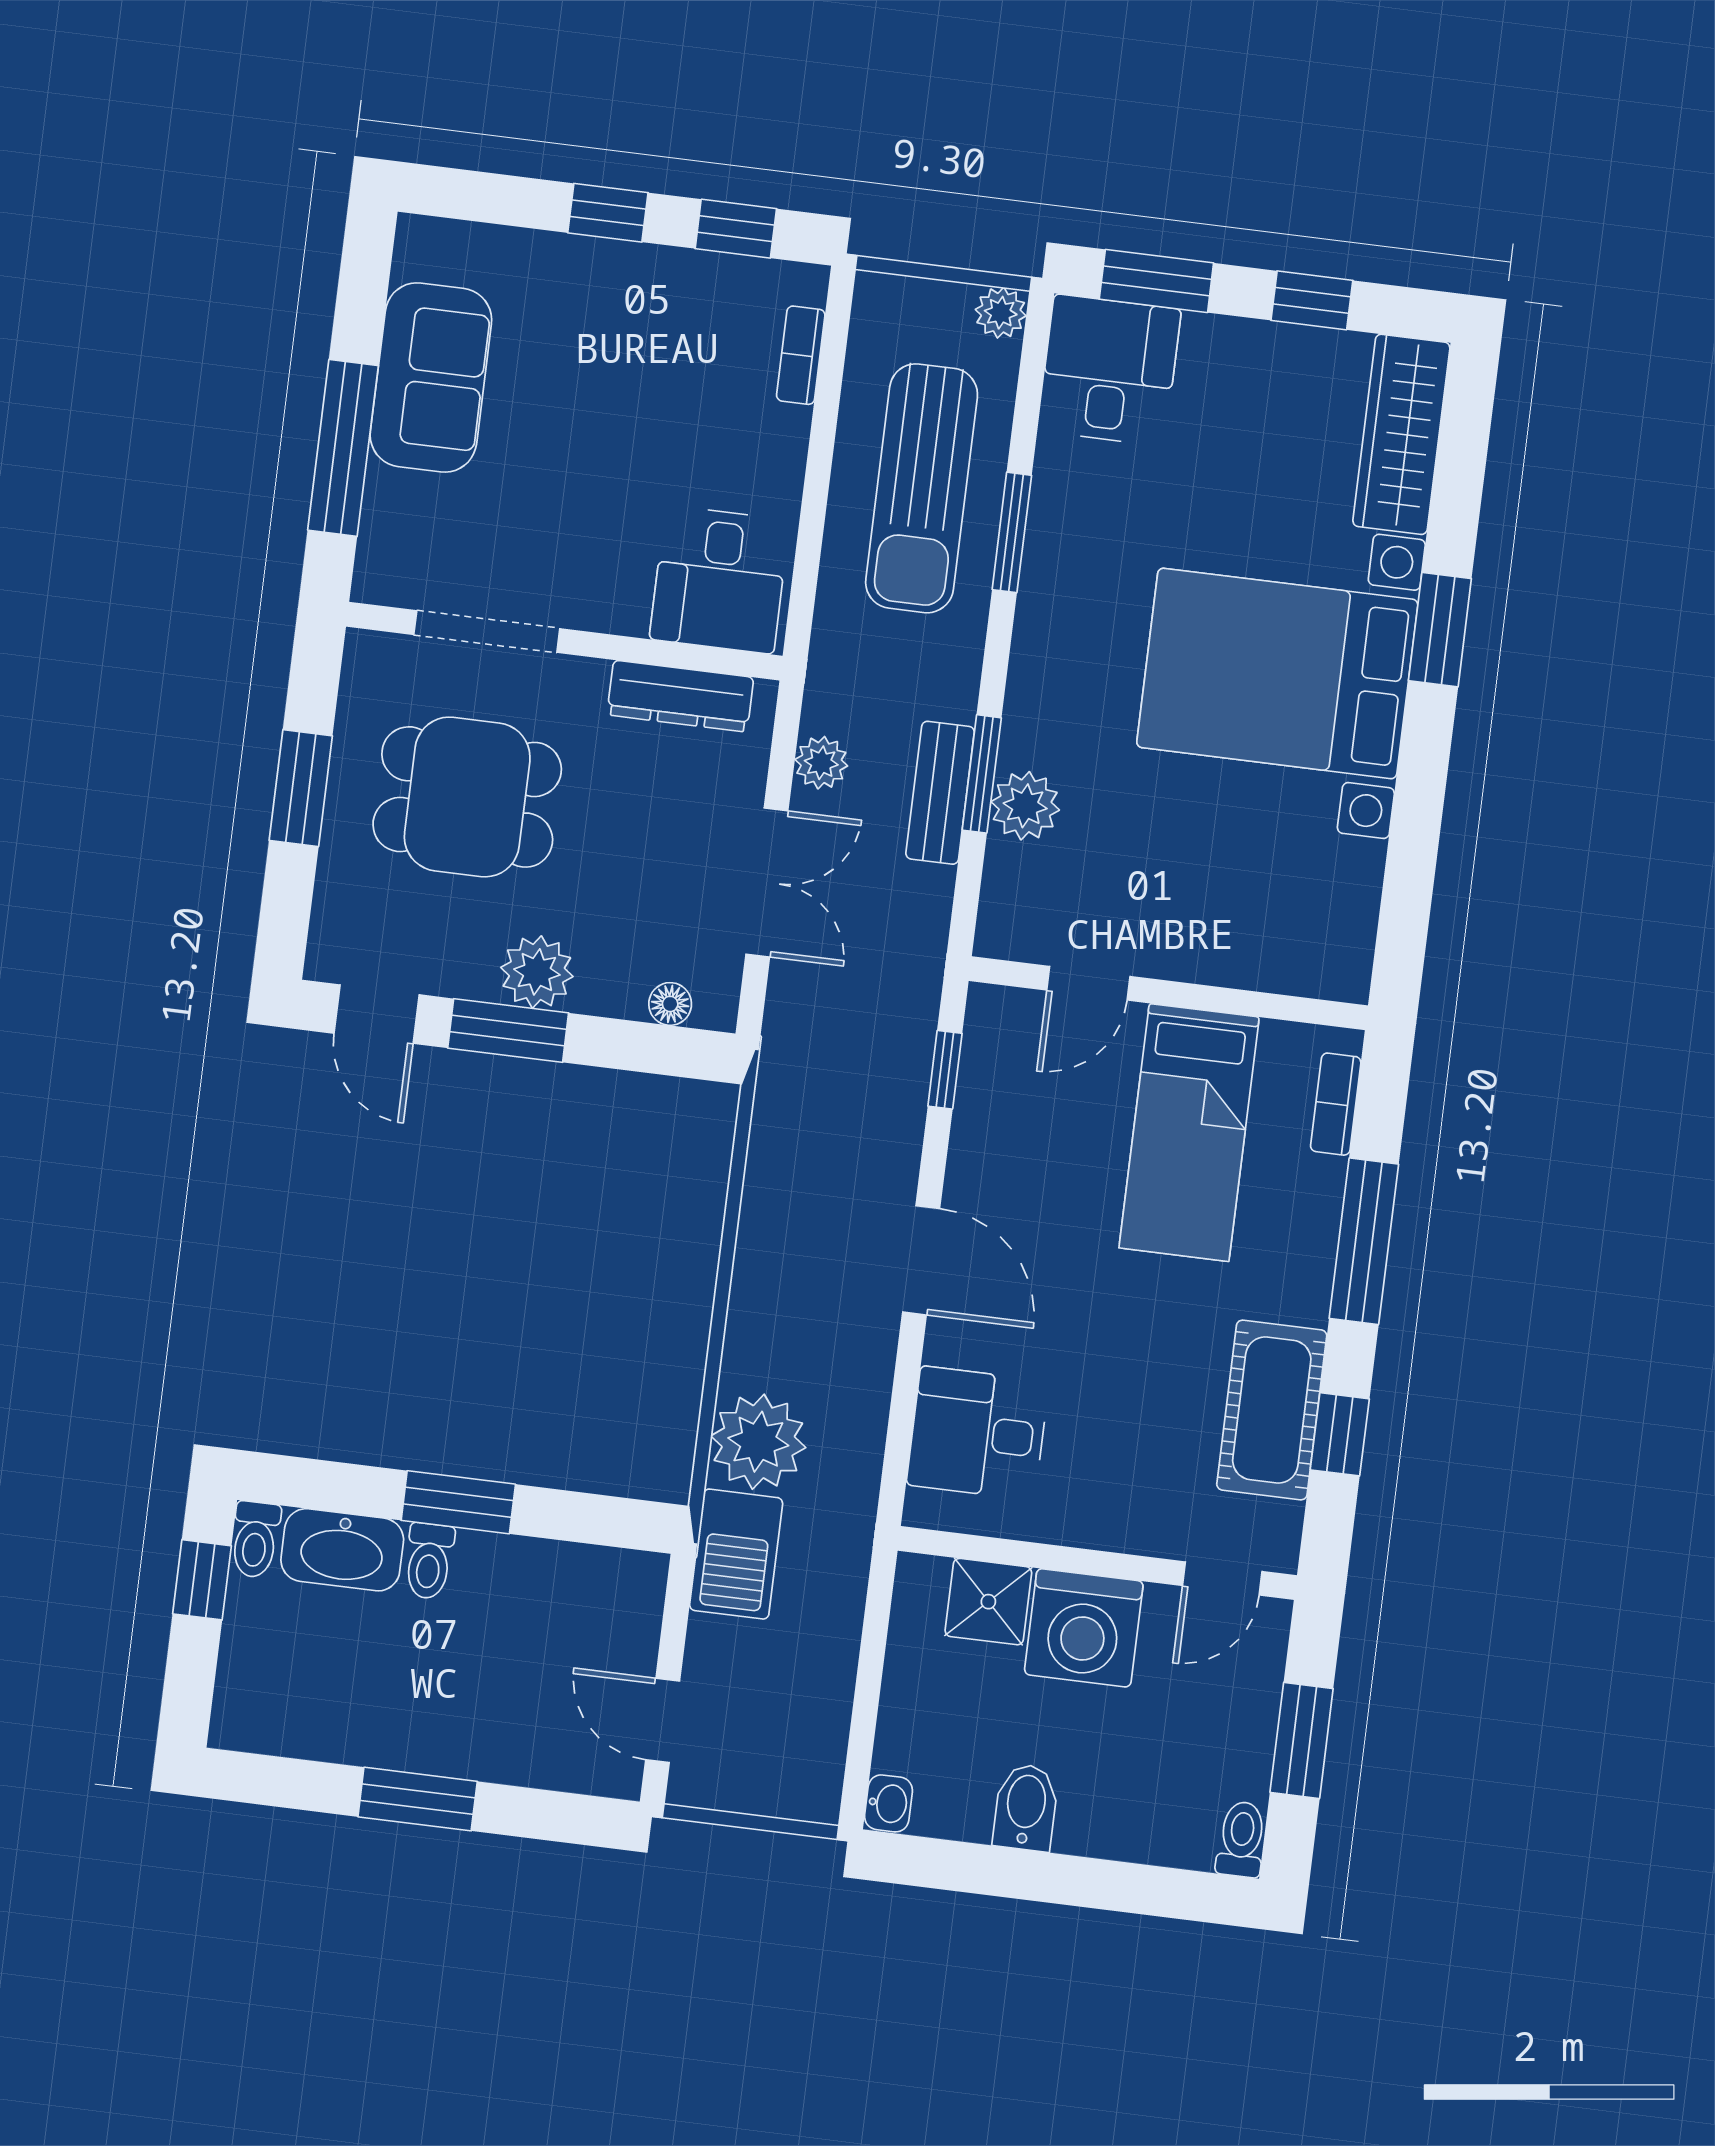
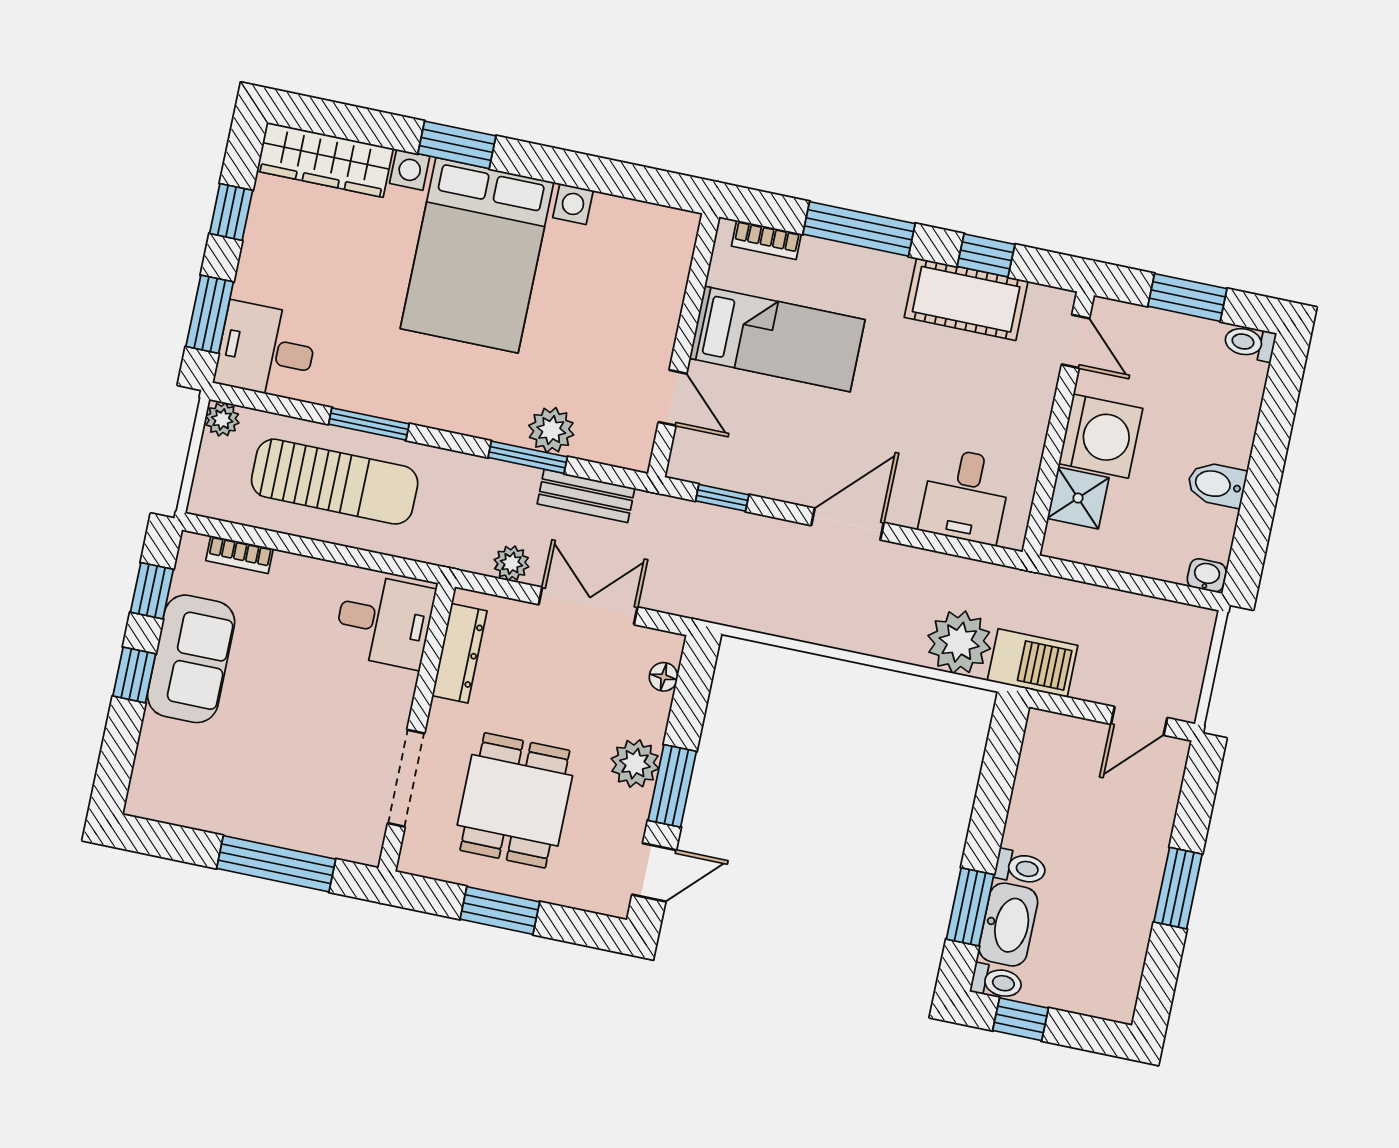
sofa: (431, 377) -> (191, 659), moved, turned 90
bench: (940, 793) -> (586, 496), moved
window: (458, 1502) -> (970, 907), moved

